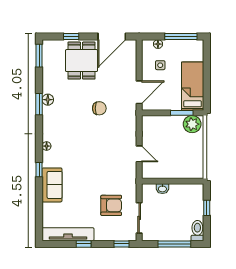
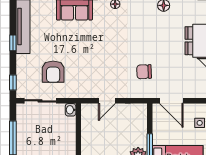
chair: (99, 108) -> (144, 72), moved, turned 88
washbasin: (162, 189) -> (71, 110), moved

